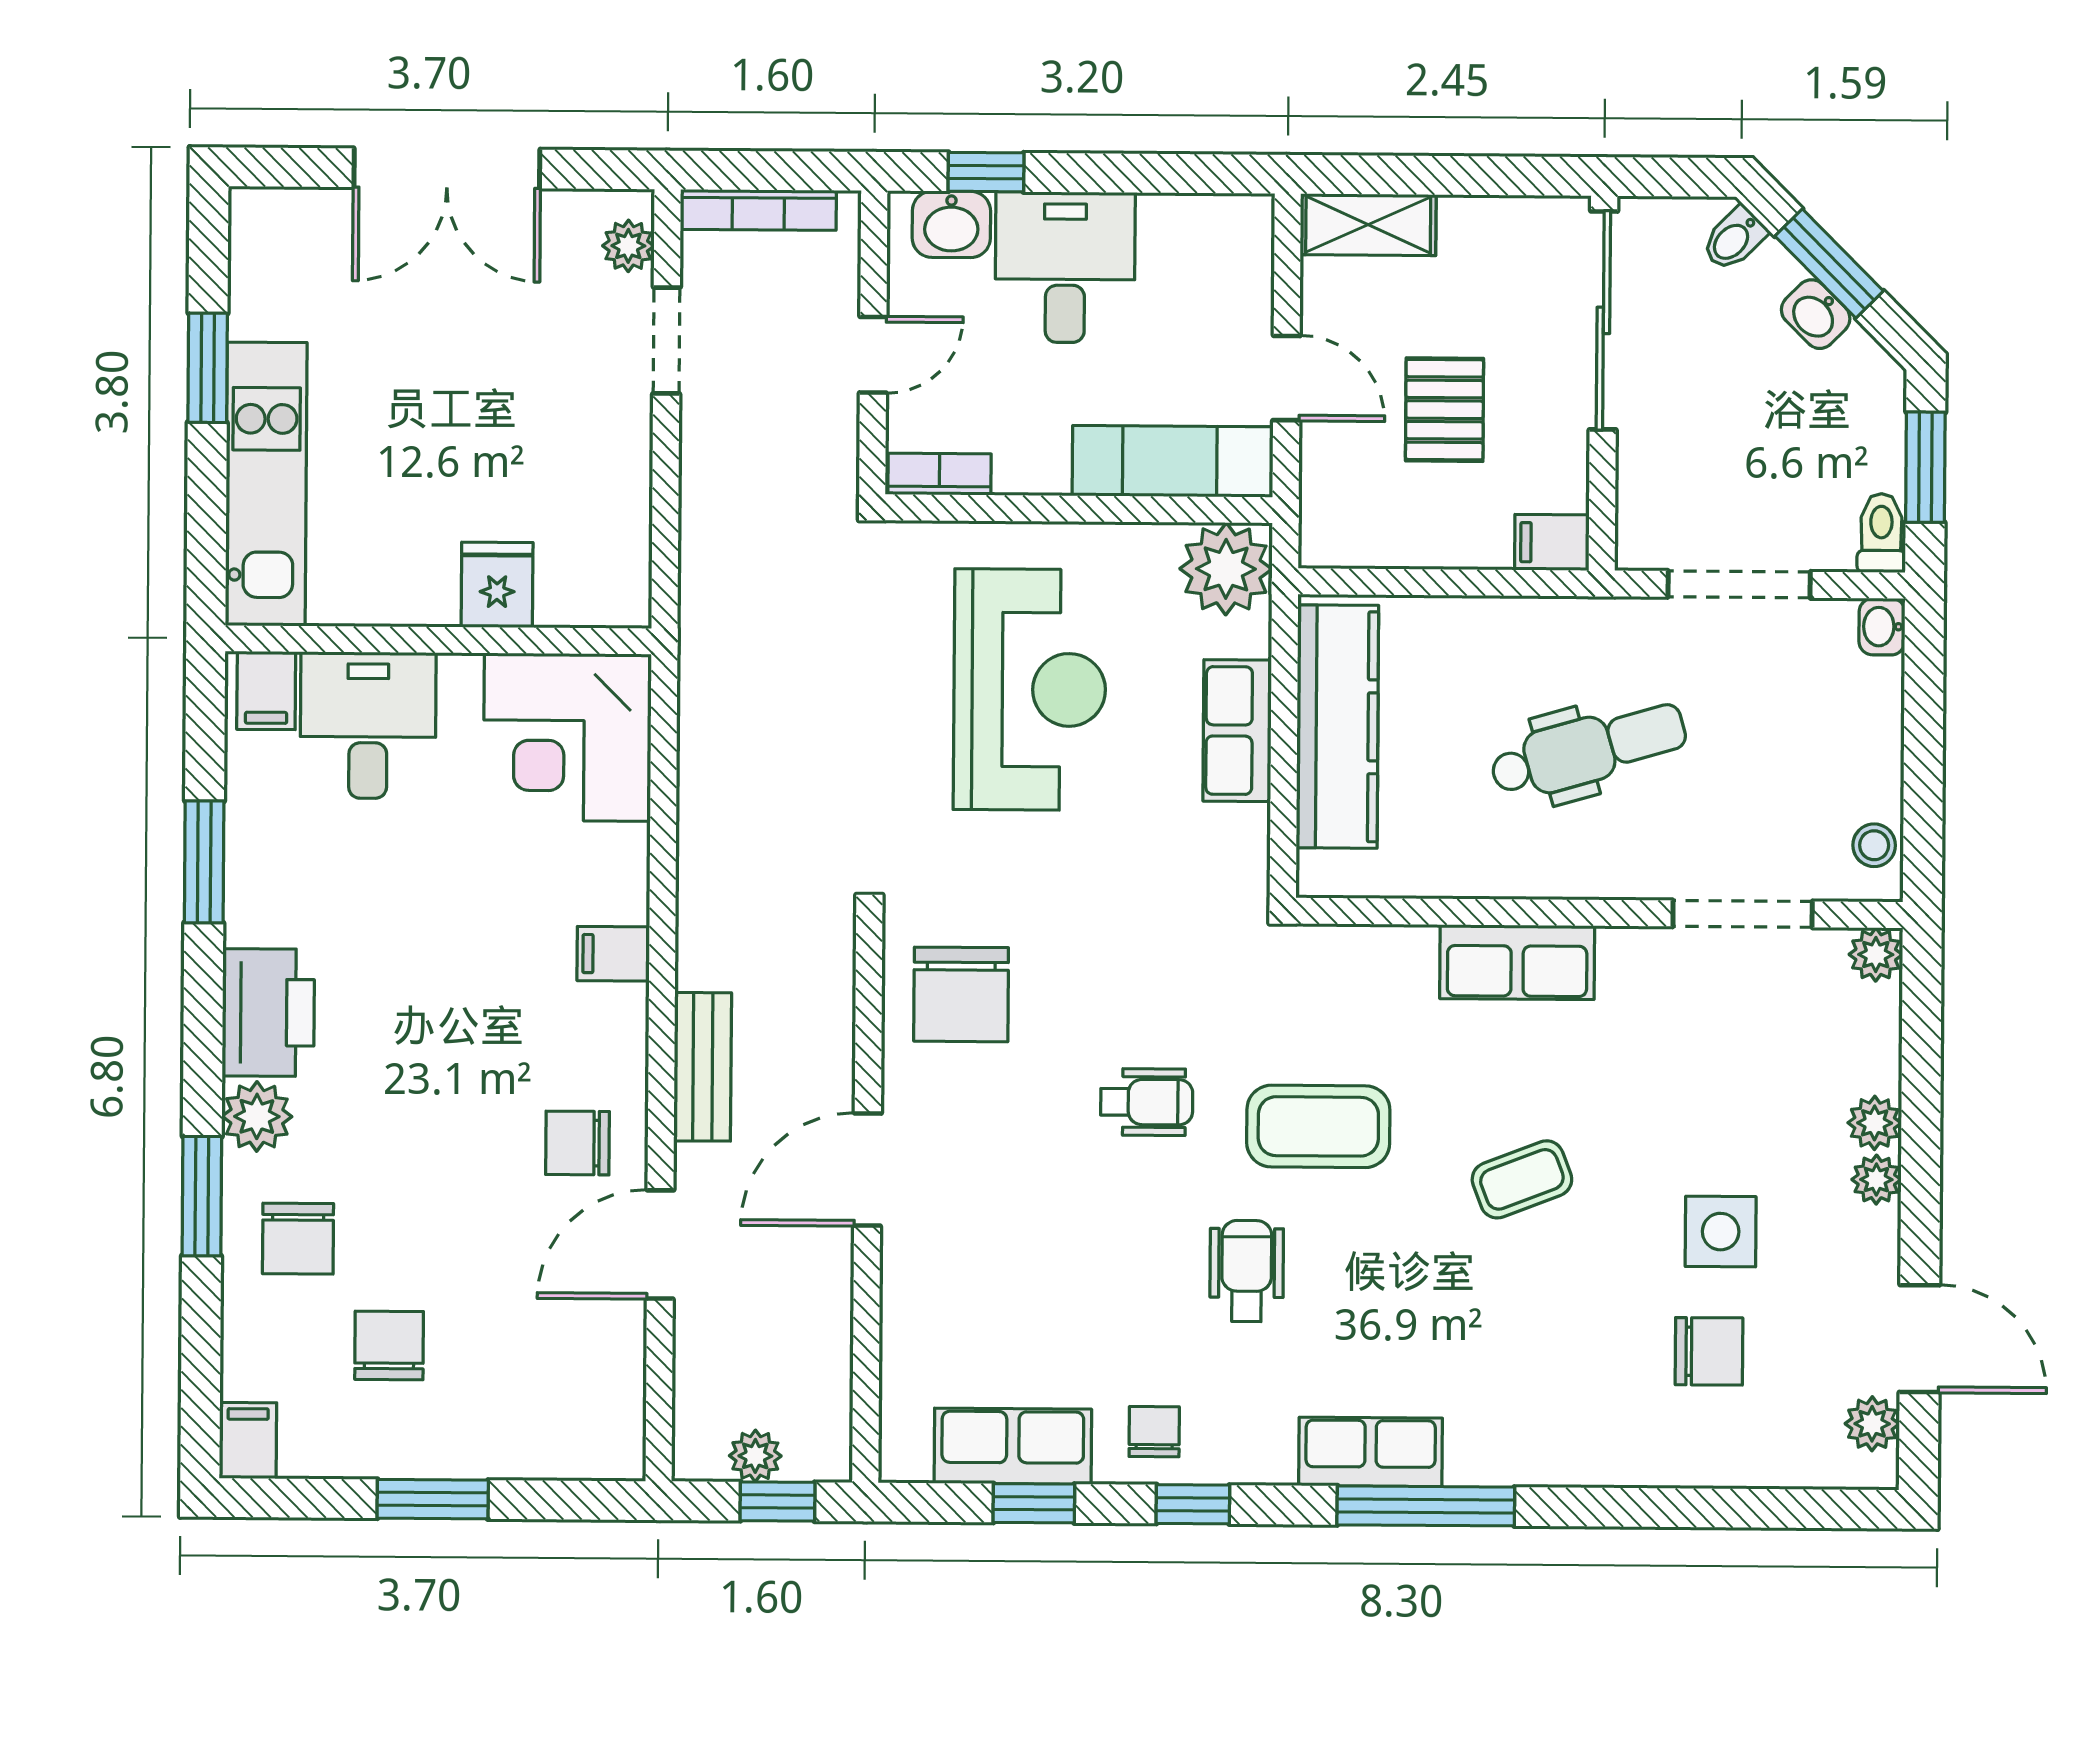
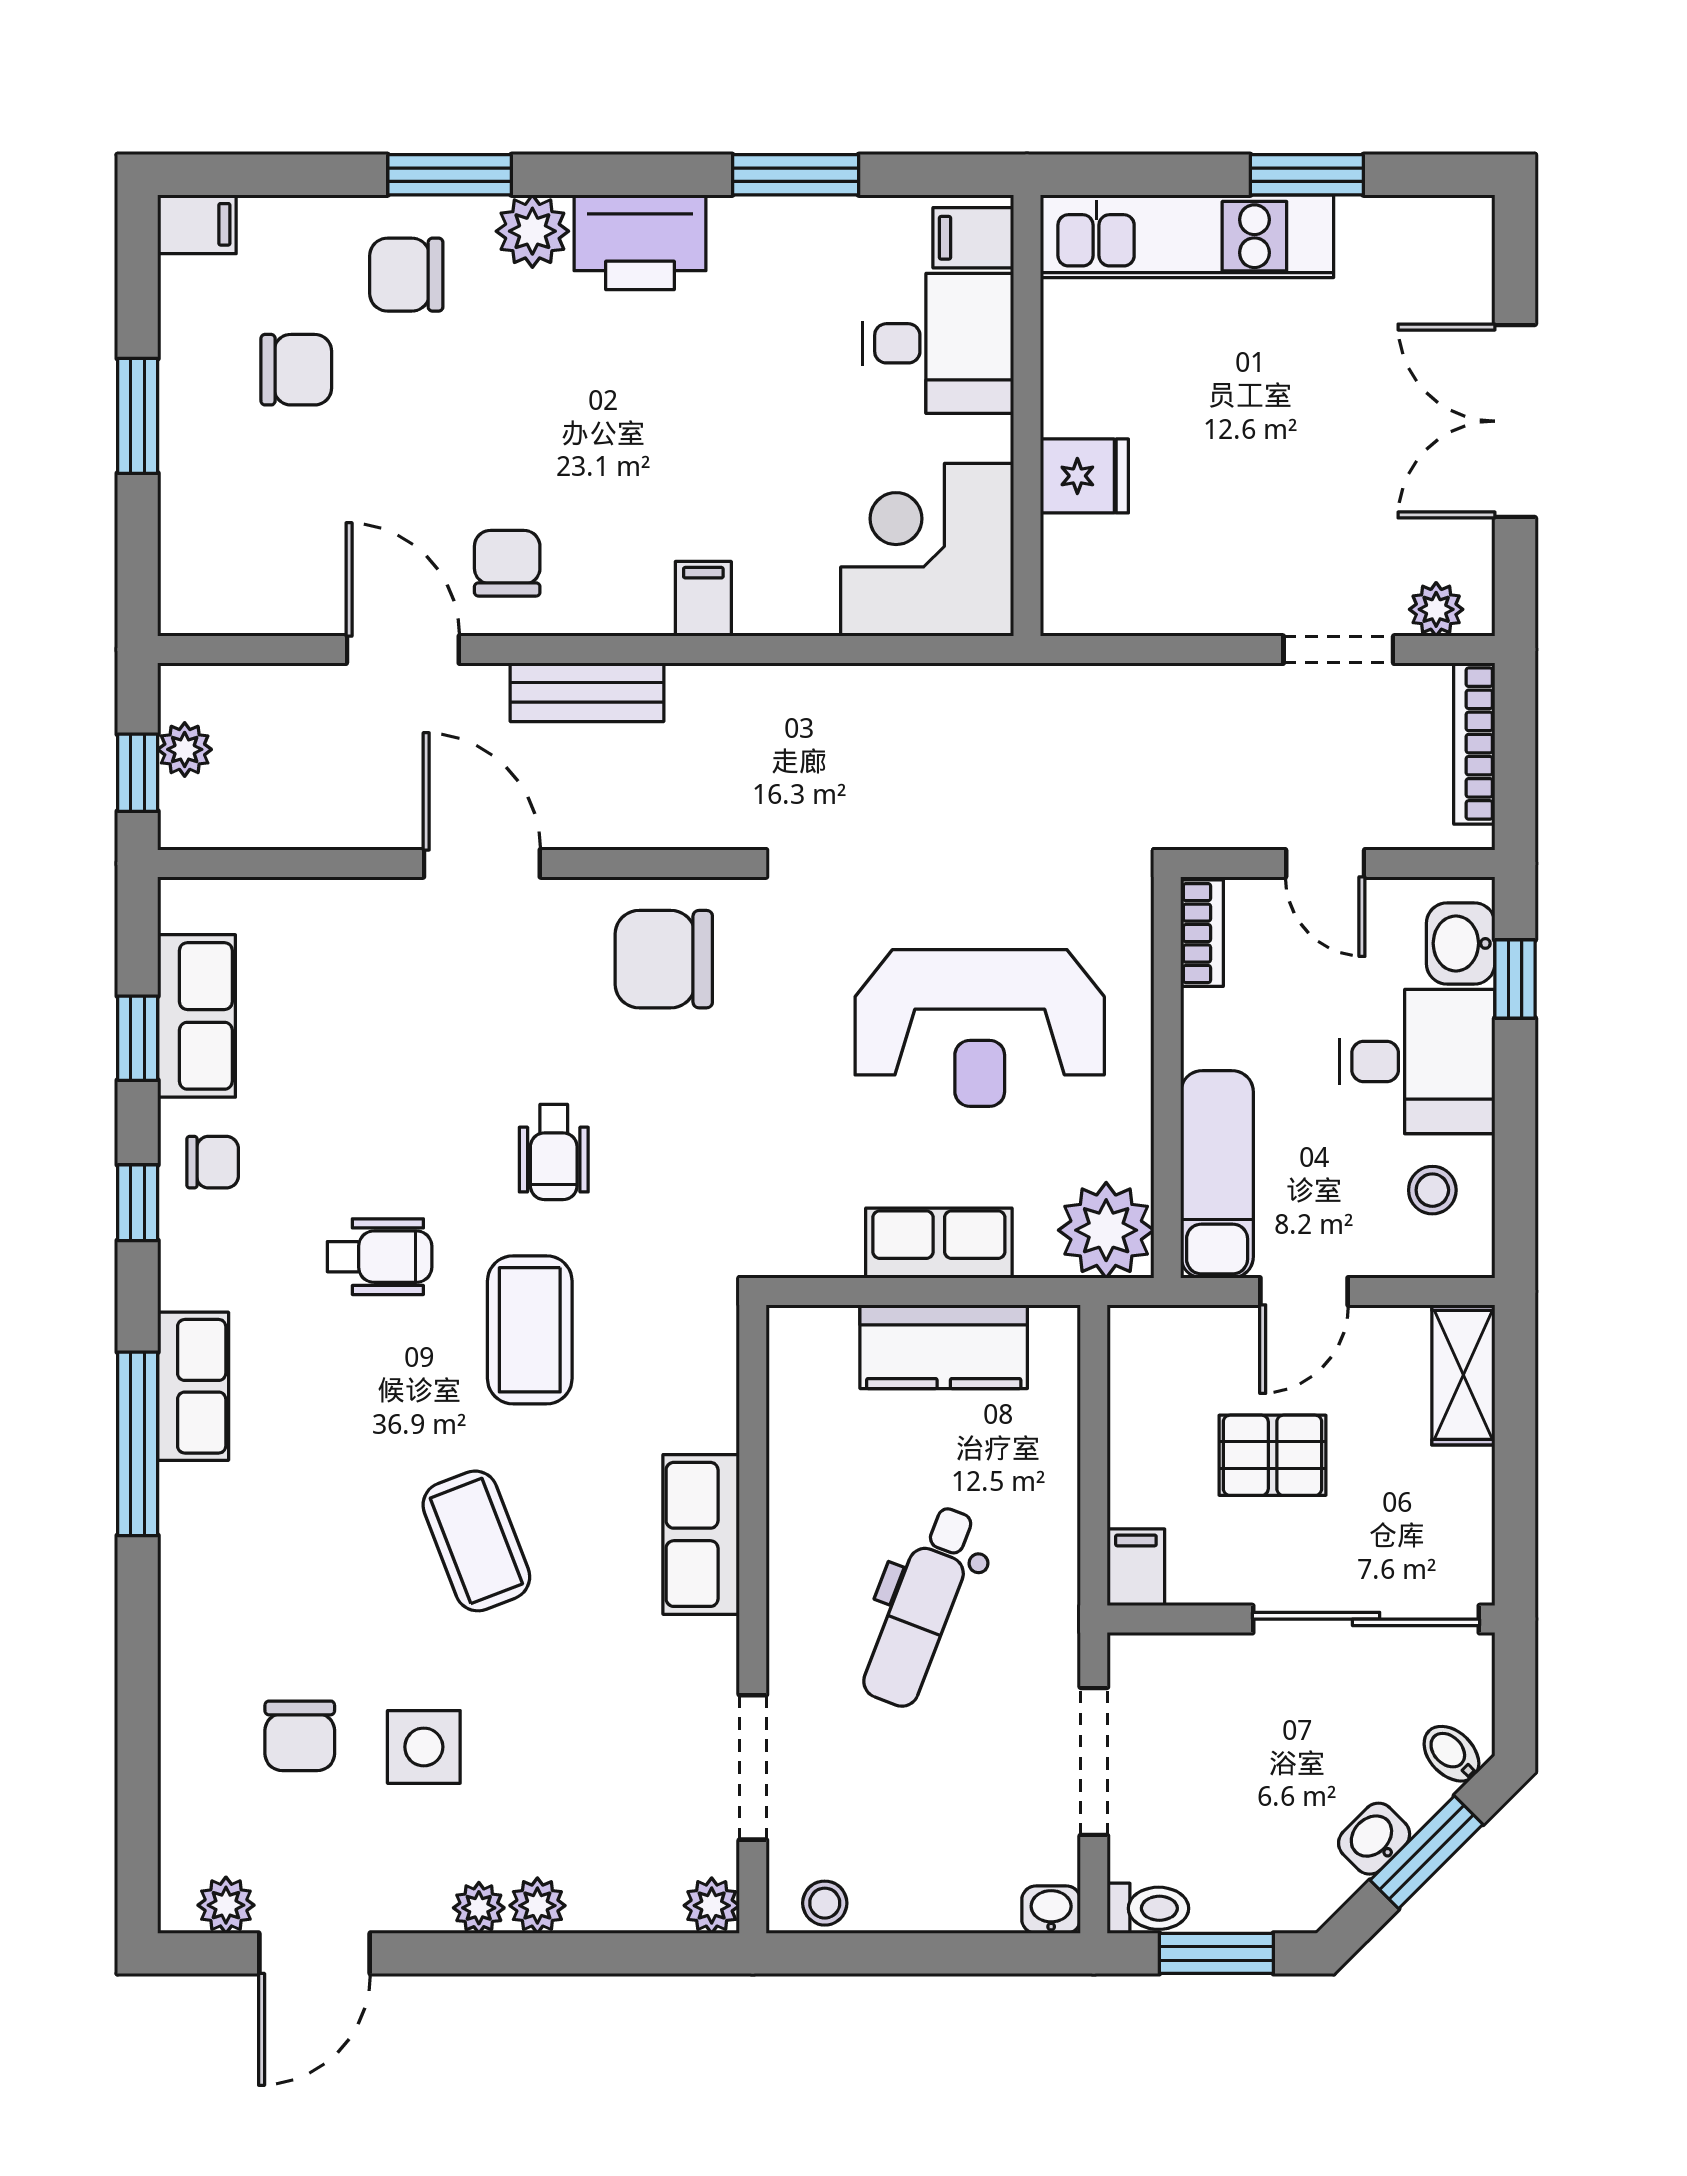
stool: (1189, 253) -> (1432, 1190), added
kitchen counter: (1337, 727) -> (944, 1347), width x0.67
dental chair: (1588, 750) -> (922, 1607), turned 37
coffee table: (1522, 1179) -> (476, 1541), width x1.36, depth x1.30

